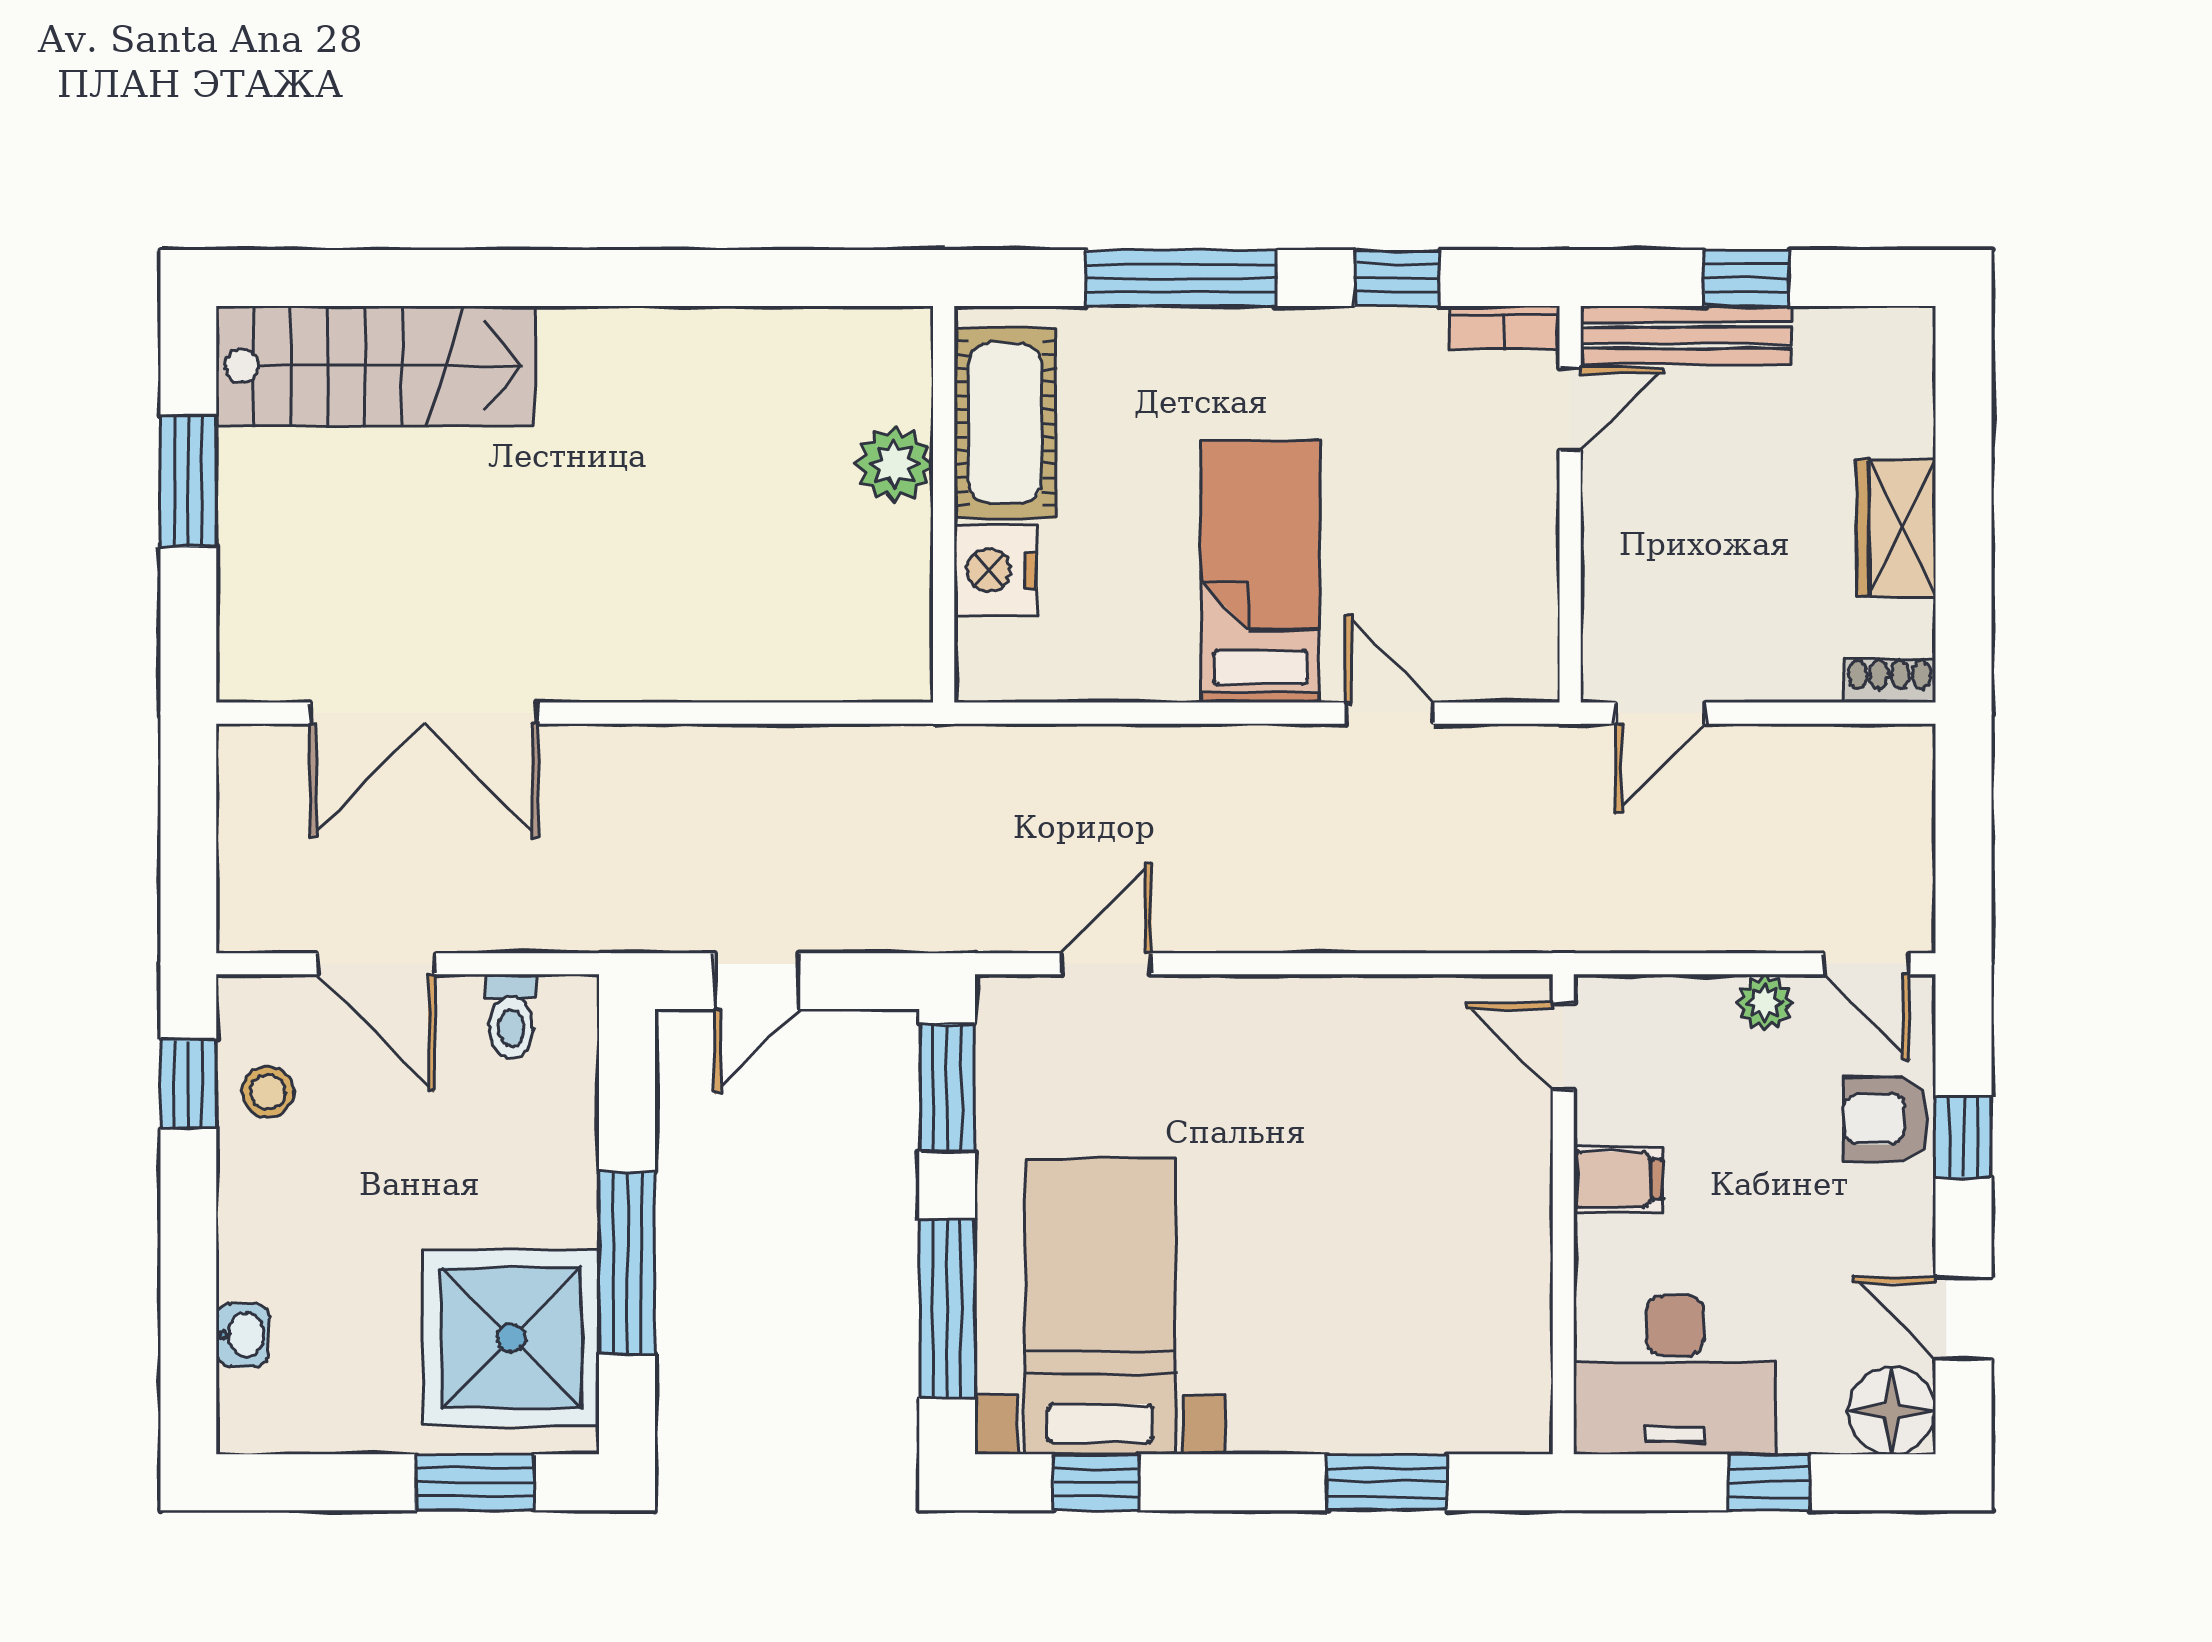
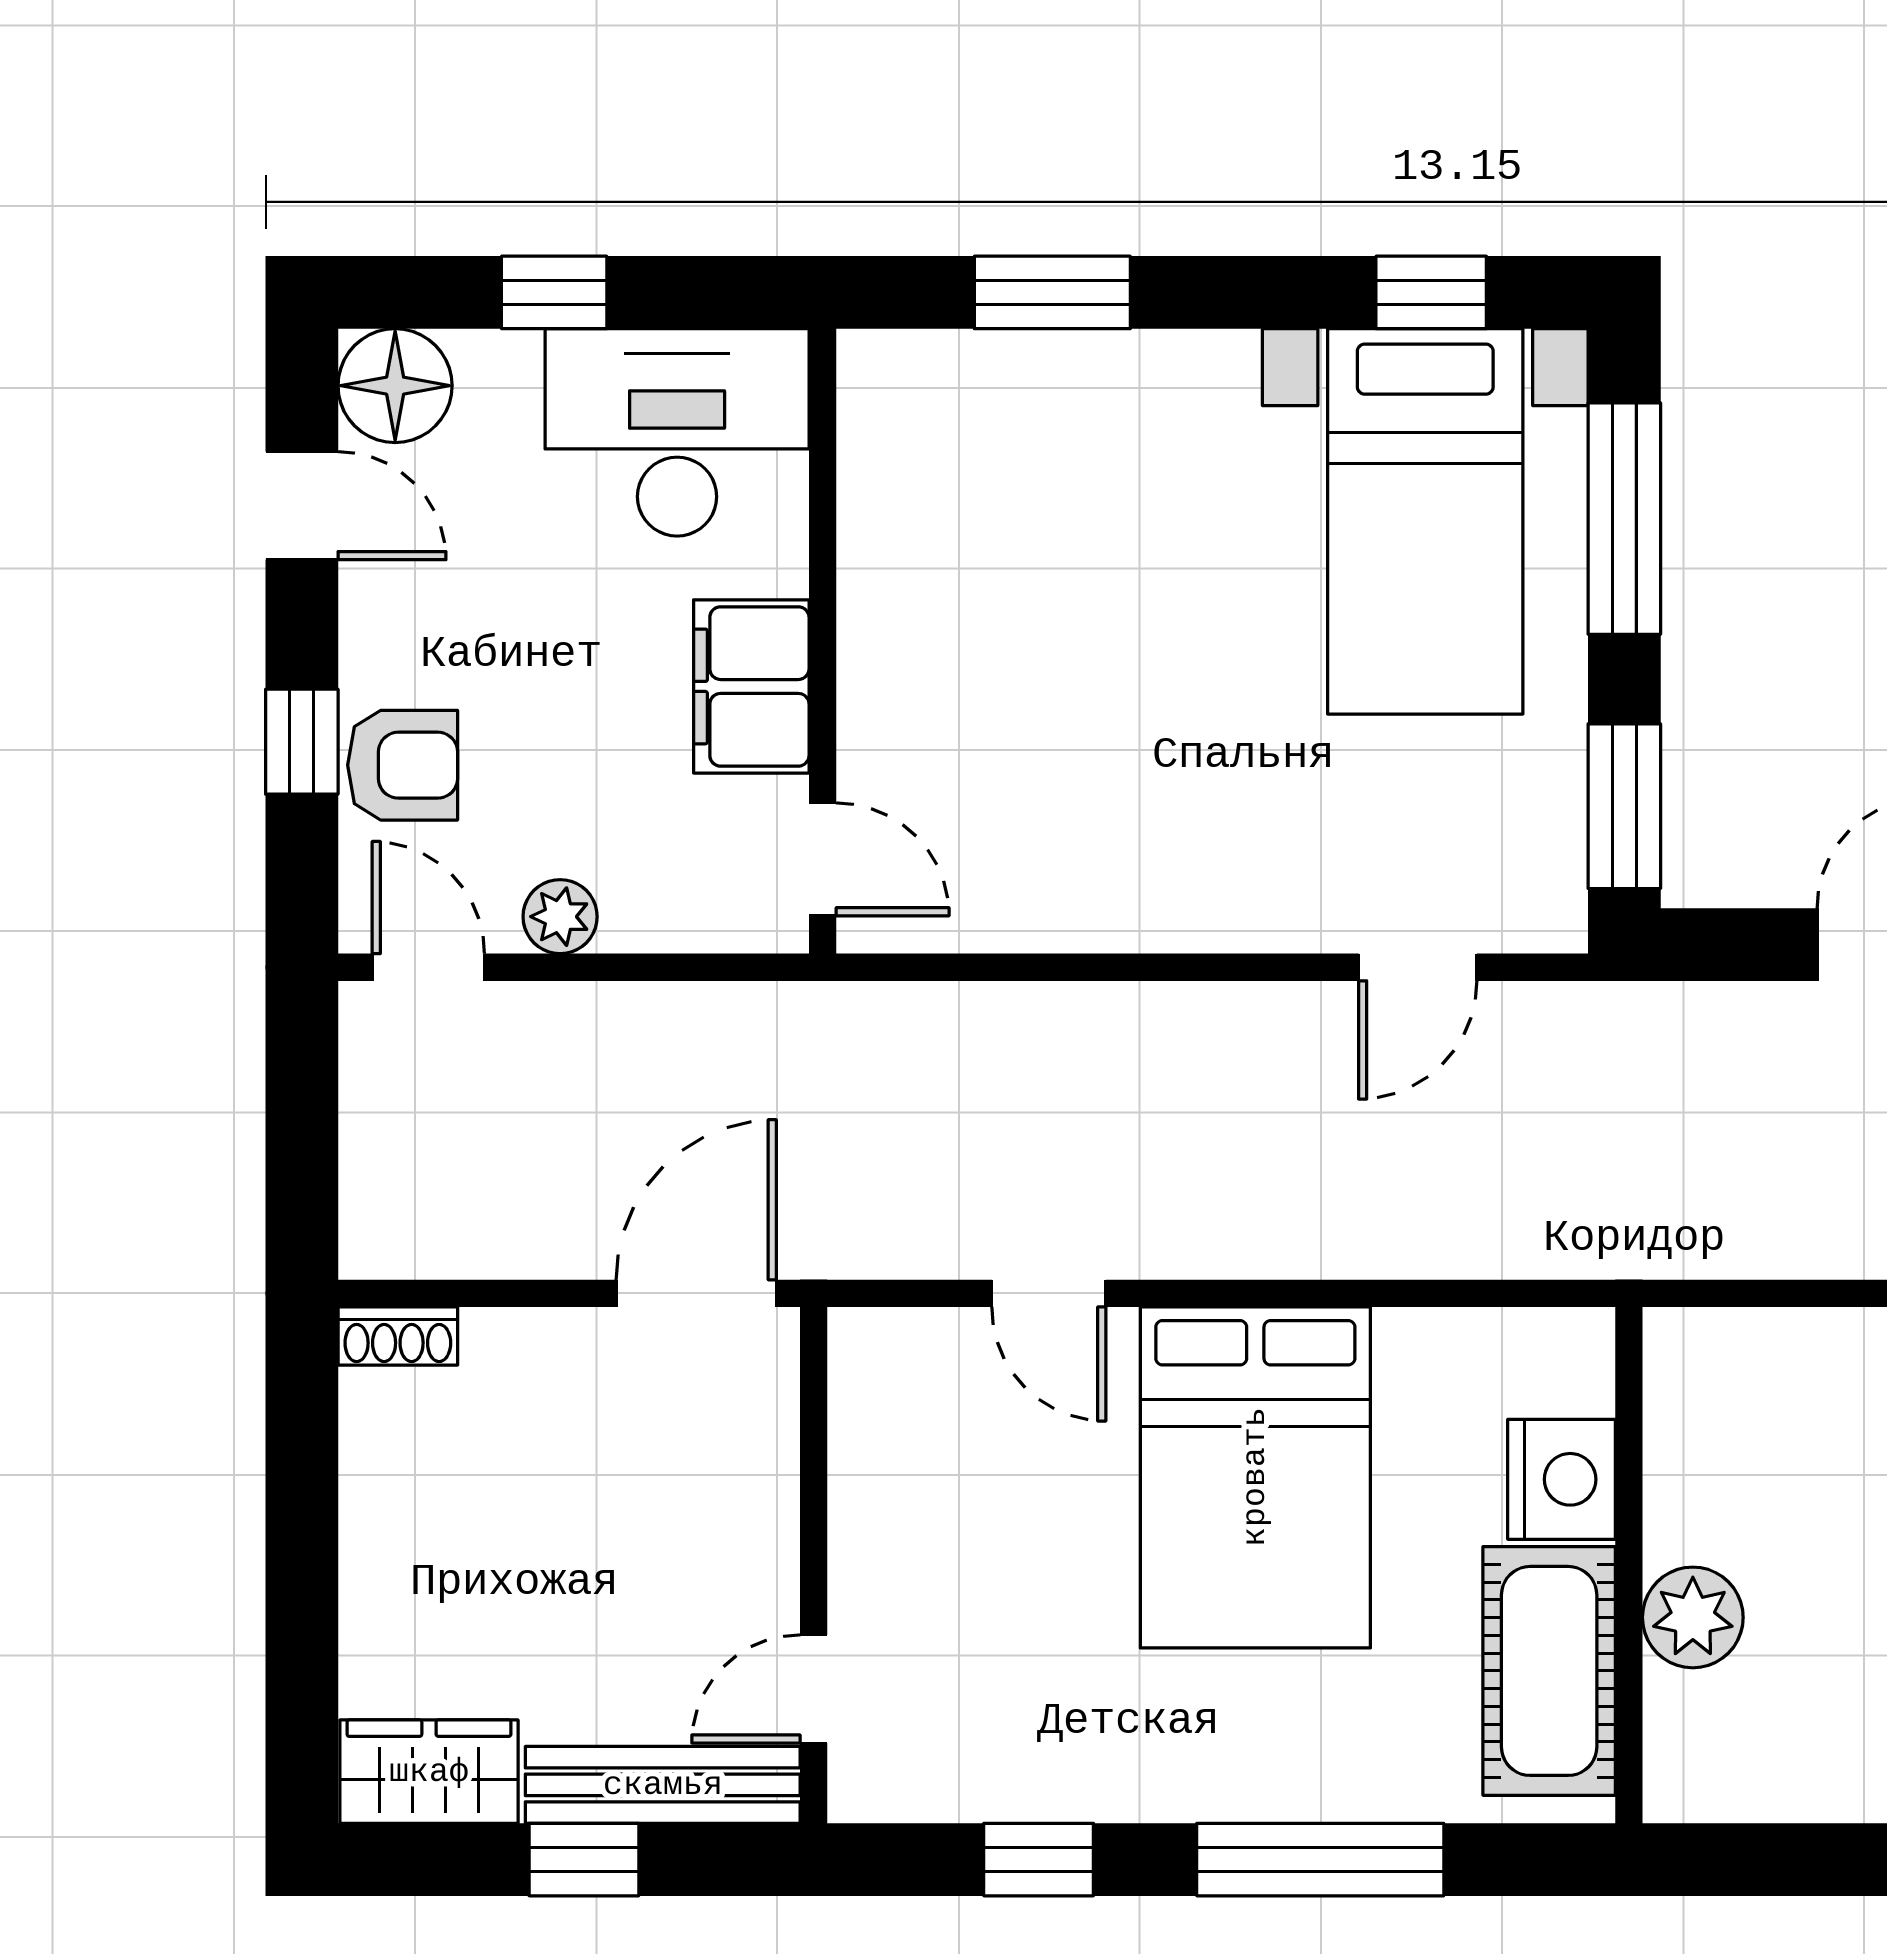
bookcase: (1505, 328) -> (899, 1795), removed
wardrobe: (1896, 528) -> (429, 1772), moved, turned -90
bed: (1260, 572) -> (1255, 1477), width x1.50
door: (1660, 713) -> (696, 1293), width x1.38
filing cabinet: (1618, 1179) -> (751, 686), width x2.00

